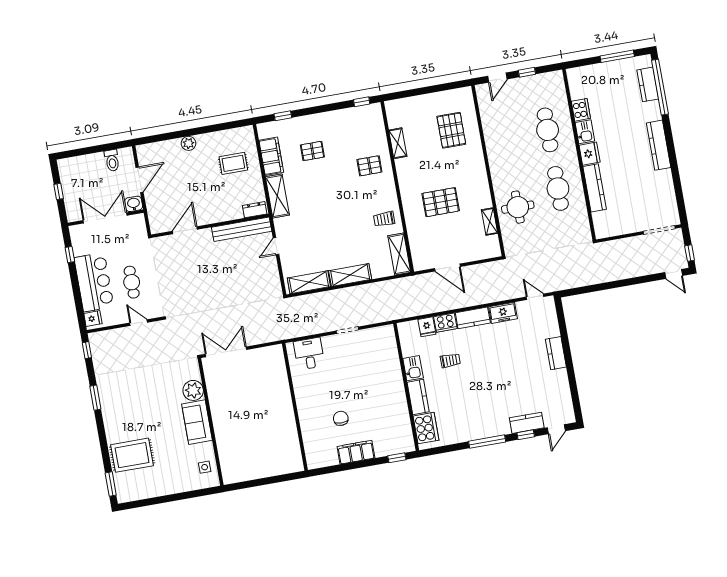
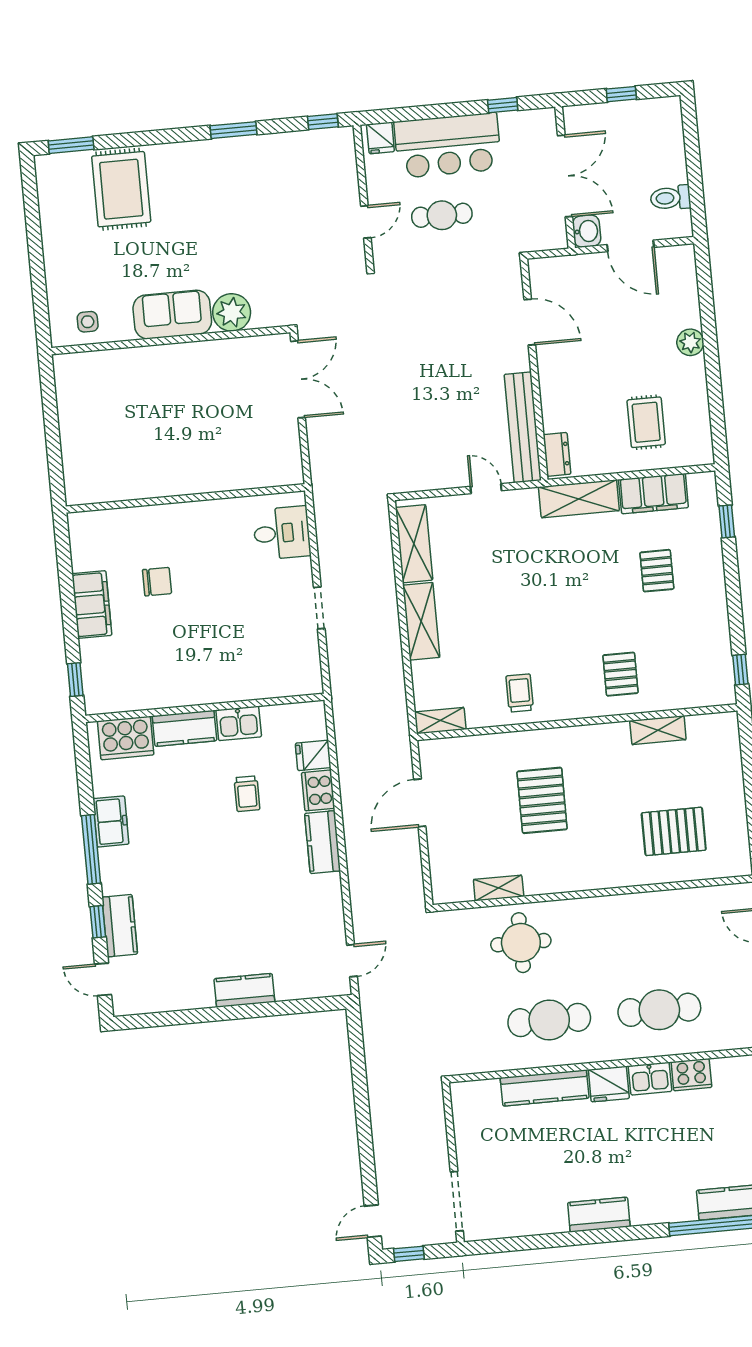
kitchen counter: (659, 145) -> (599, 1215), width x0.67
shelving: (399, 254) -> (440, 721), width x0.67, depth x0.75
freezer: (503, 313) -> (111, 821), moved, turned 180

